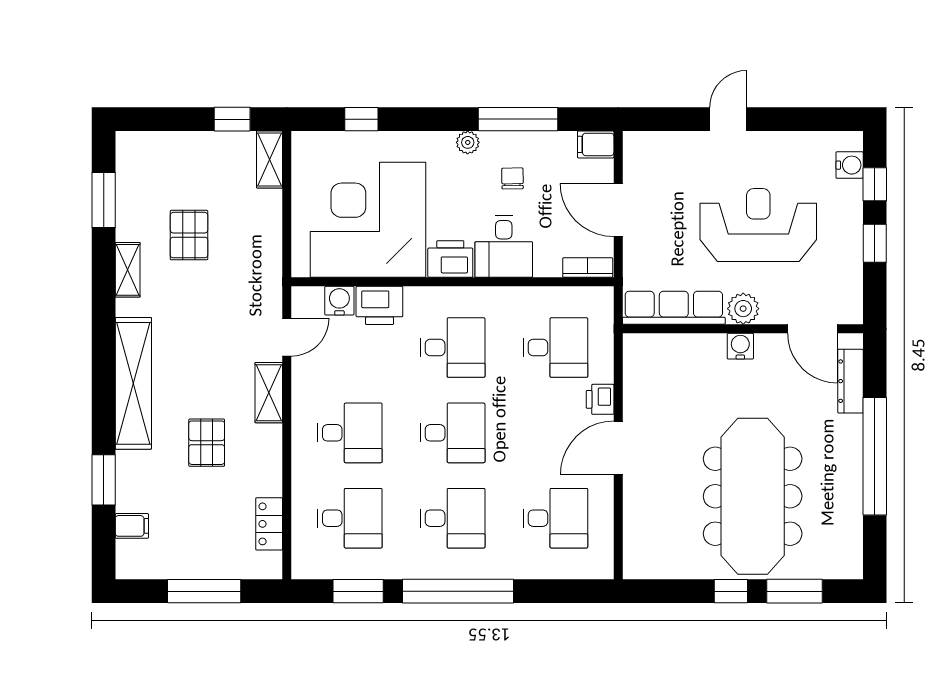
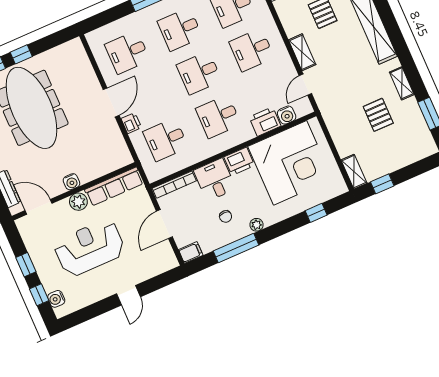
door: (618, 210) -> (164, 224), swing flipped
reception desk: (758, 225) -> (89, 248), turned 180
bookcase: (588, 267) -> (174, 185), width x1.56

